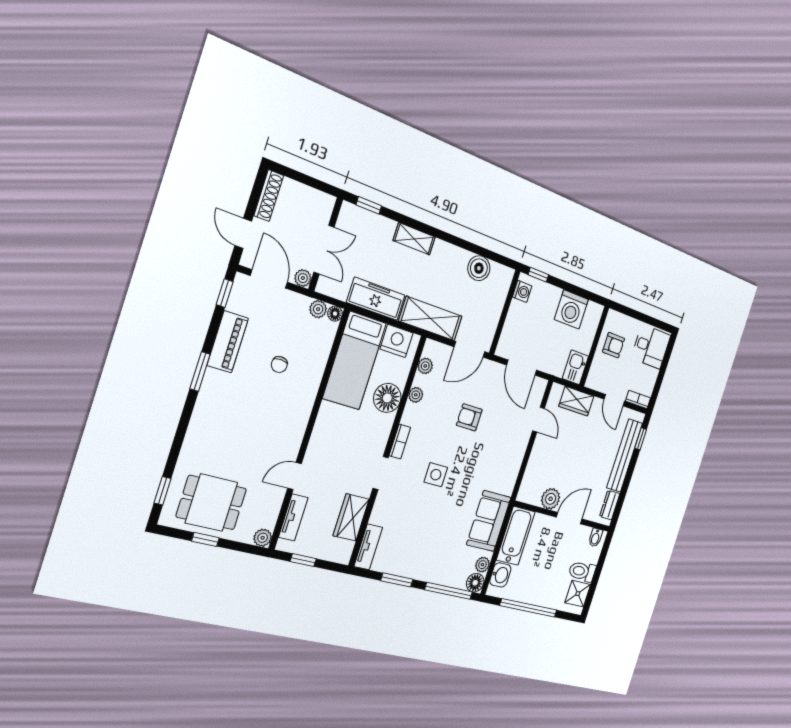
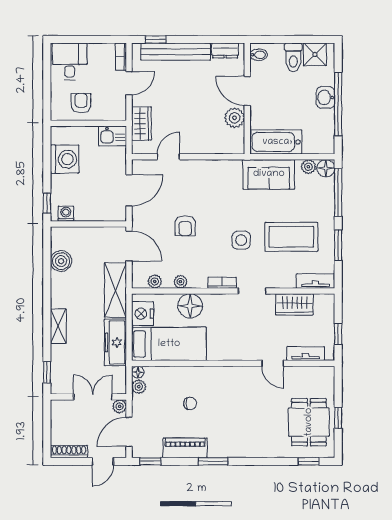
coffee table: (422, 530) -> (291, 237), added
plant: (263, 538) -> (327, 373), removed
washbasin: (500, 575) -> (325, 97), moved, turned -90

